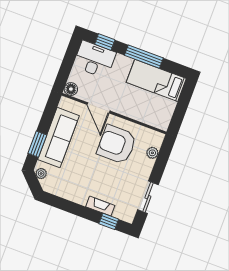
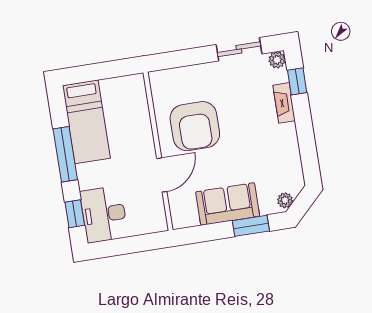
floor lamp: (71, 89) -> (158, 223), removed
sofa: (58, 138) -> (228, 204), width x0.73
plant: (152, 153) -> (277, 60), moved

